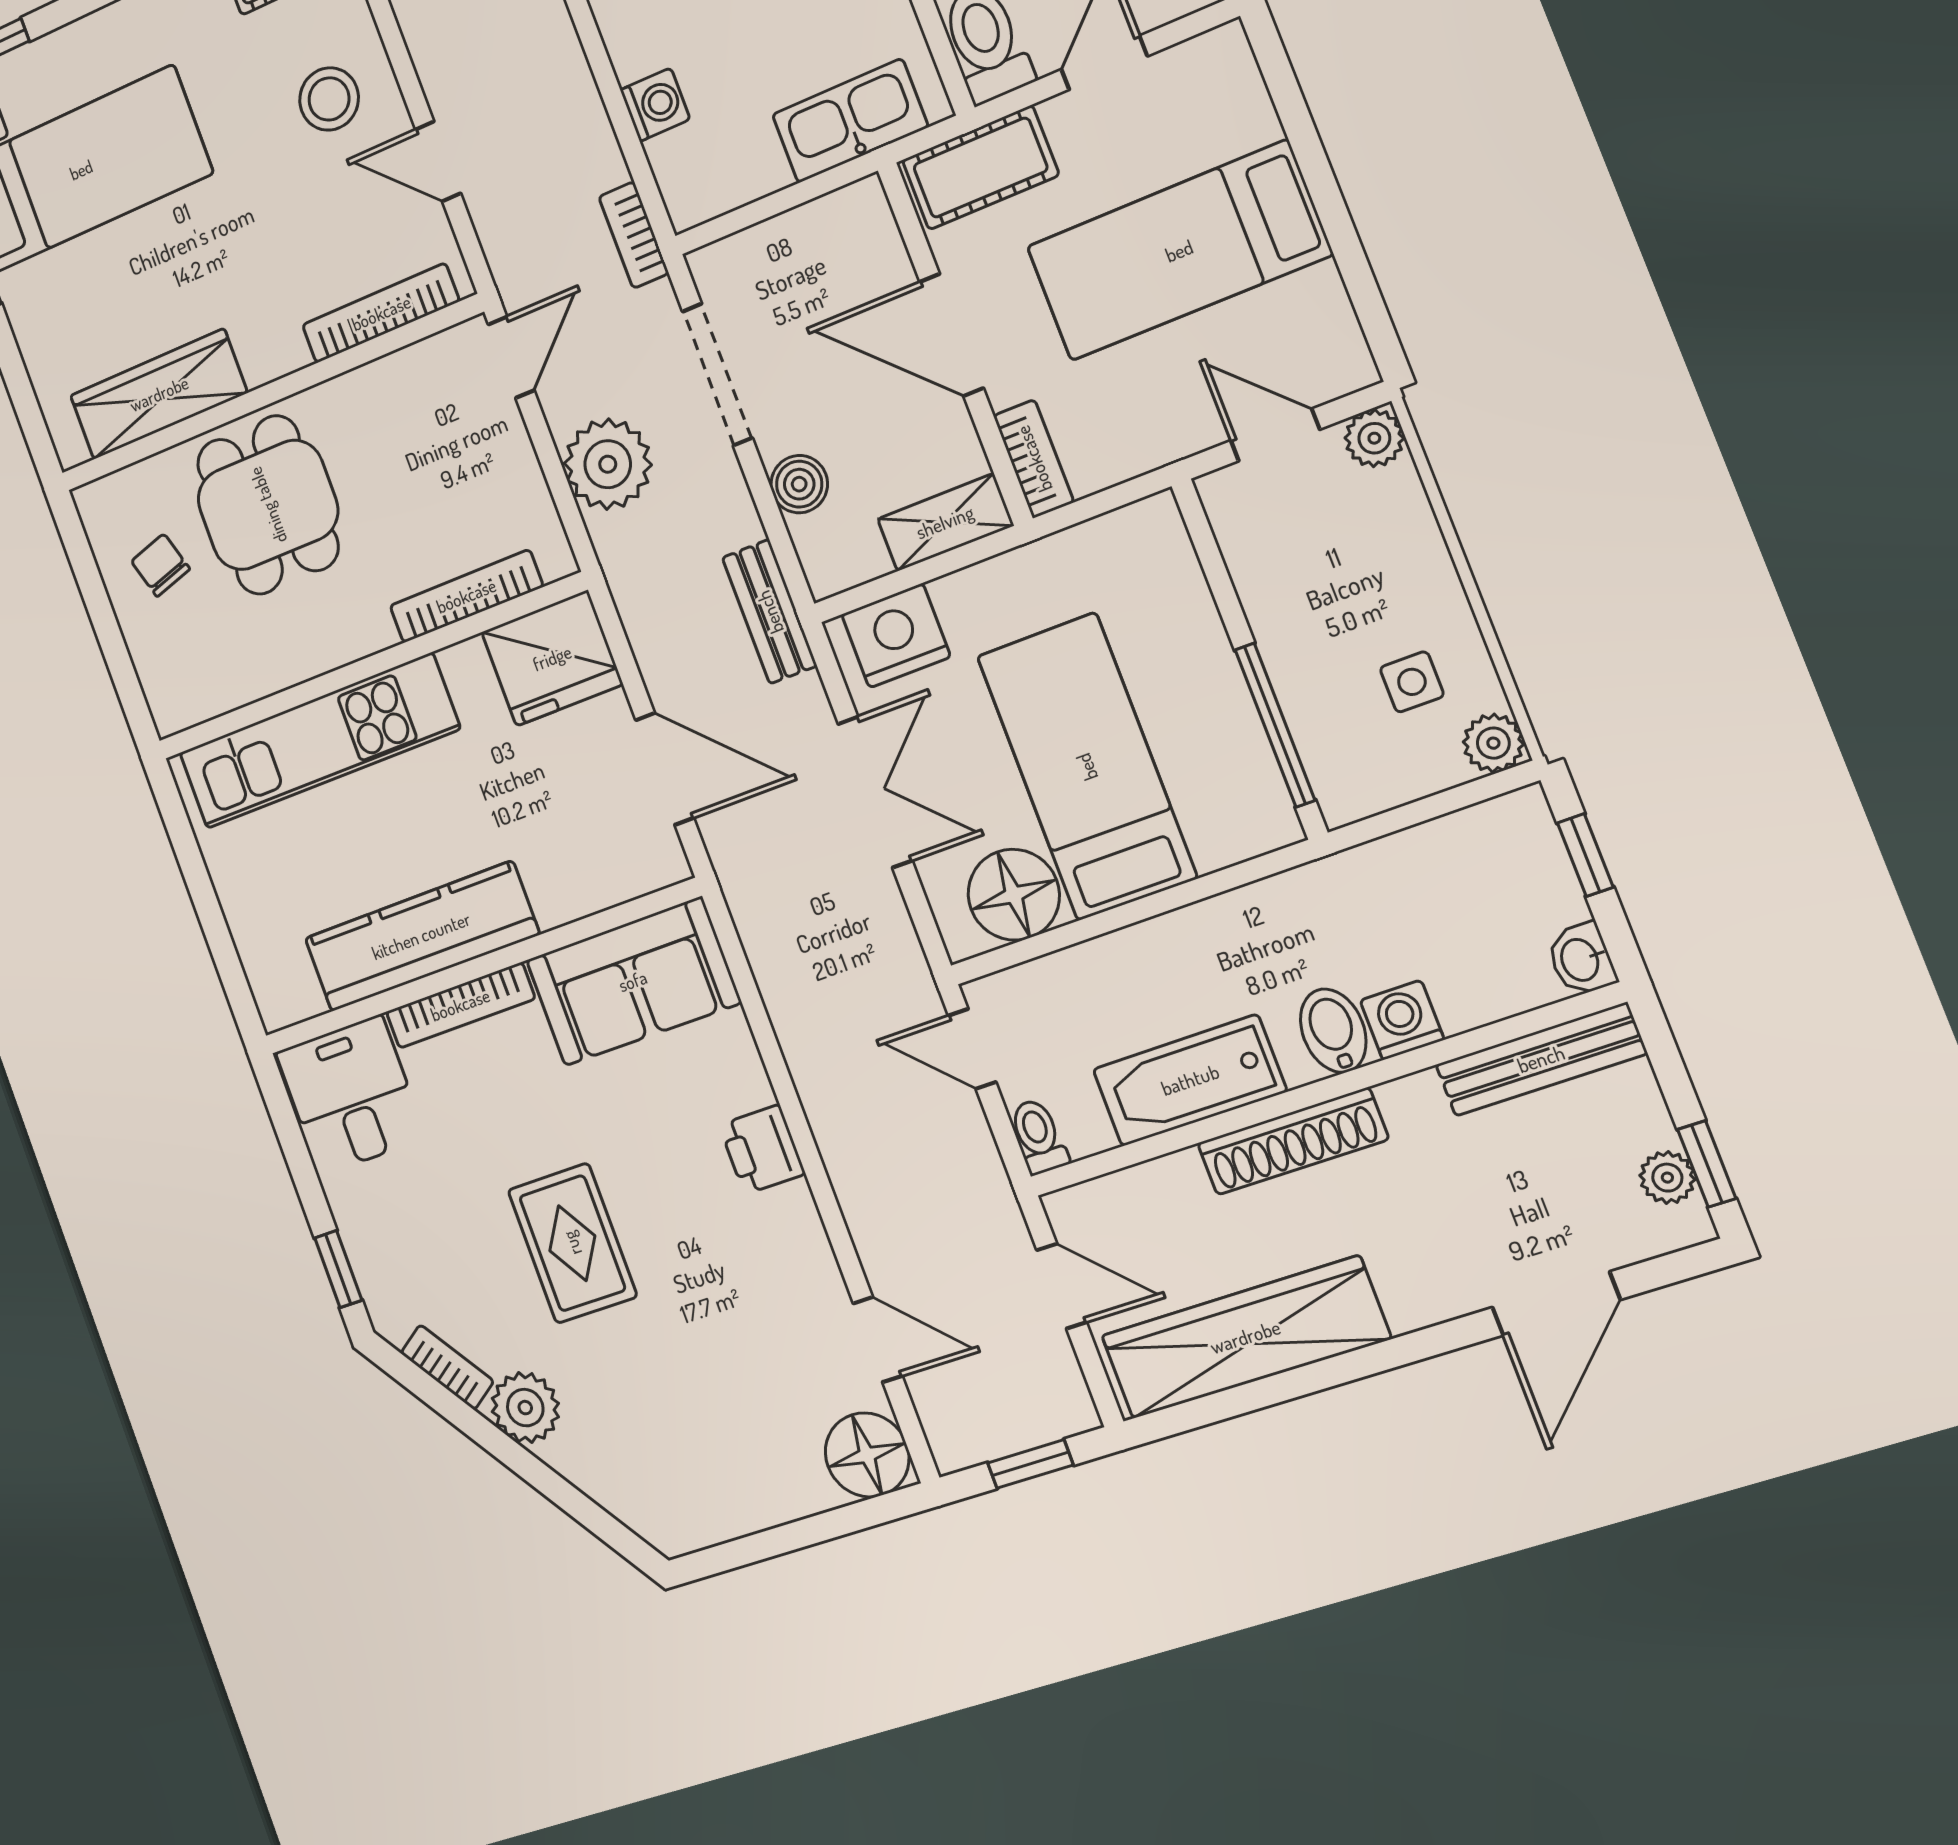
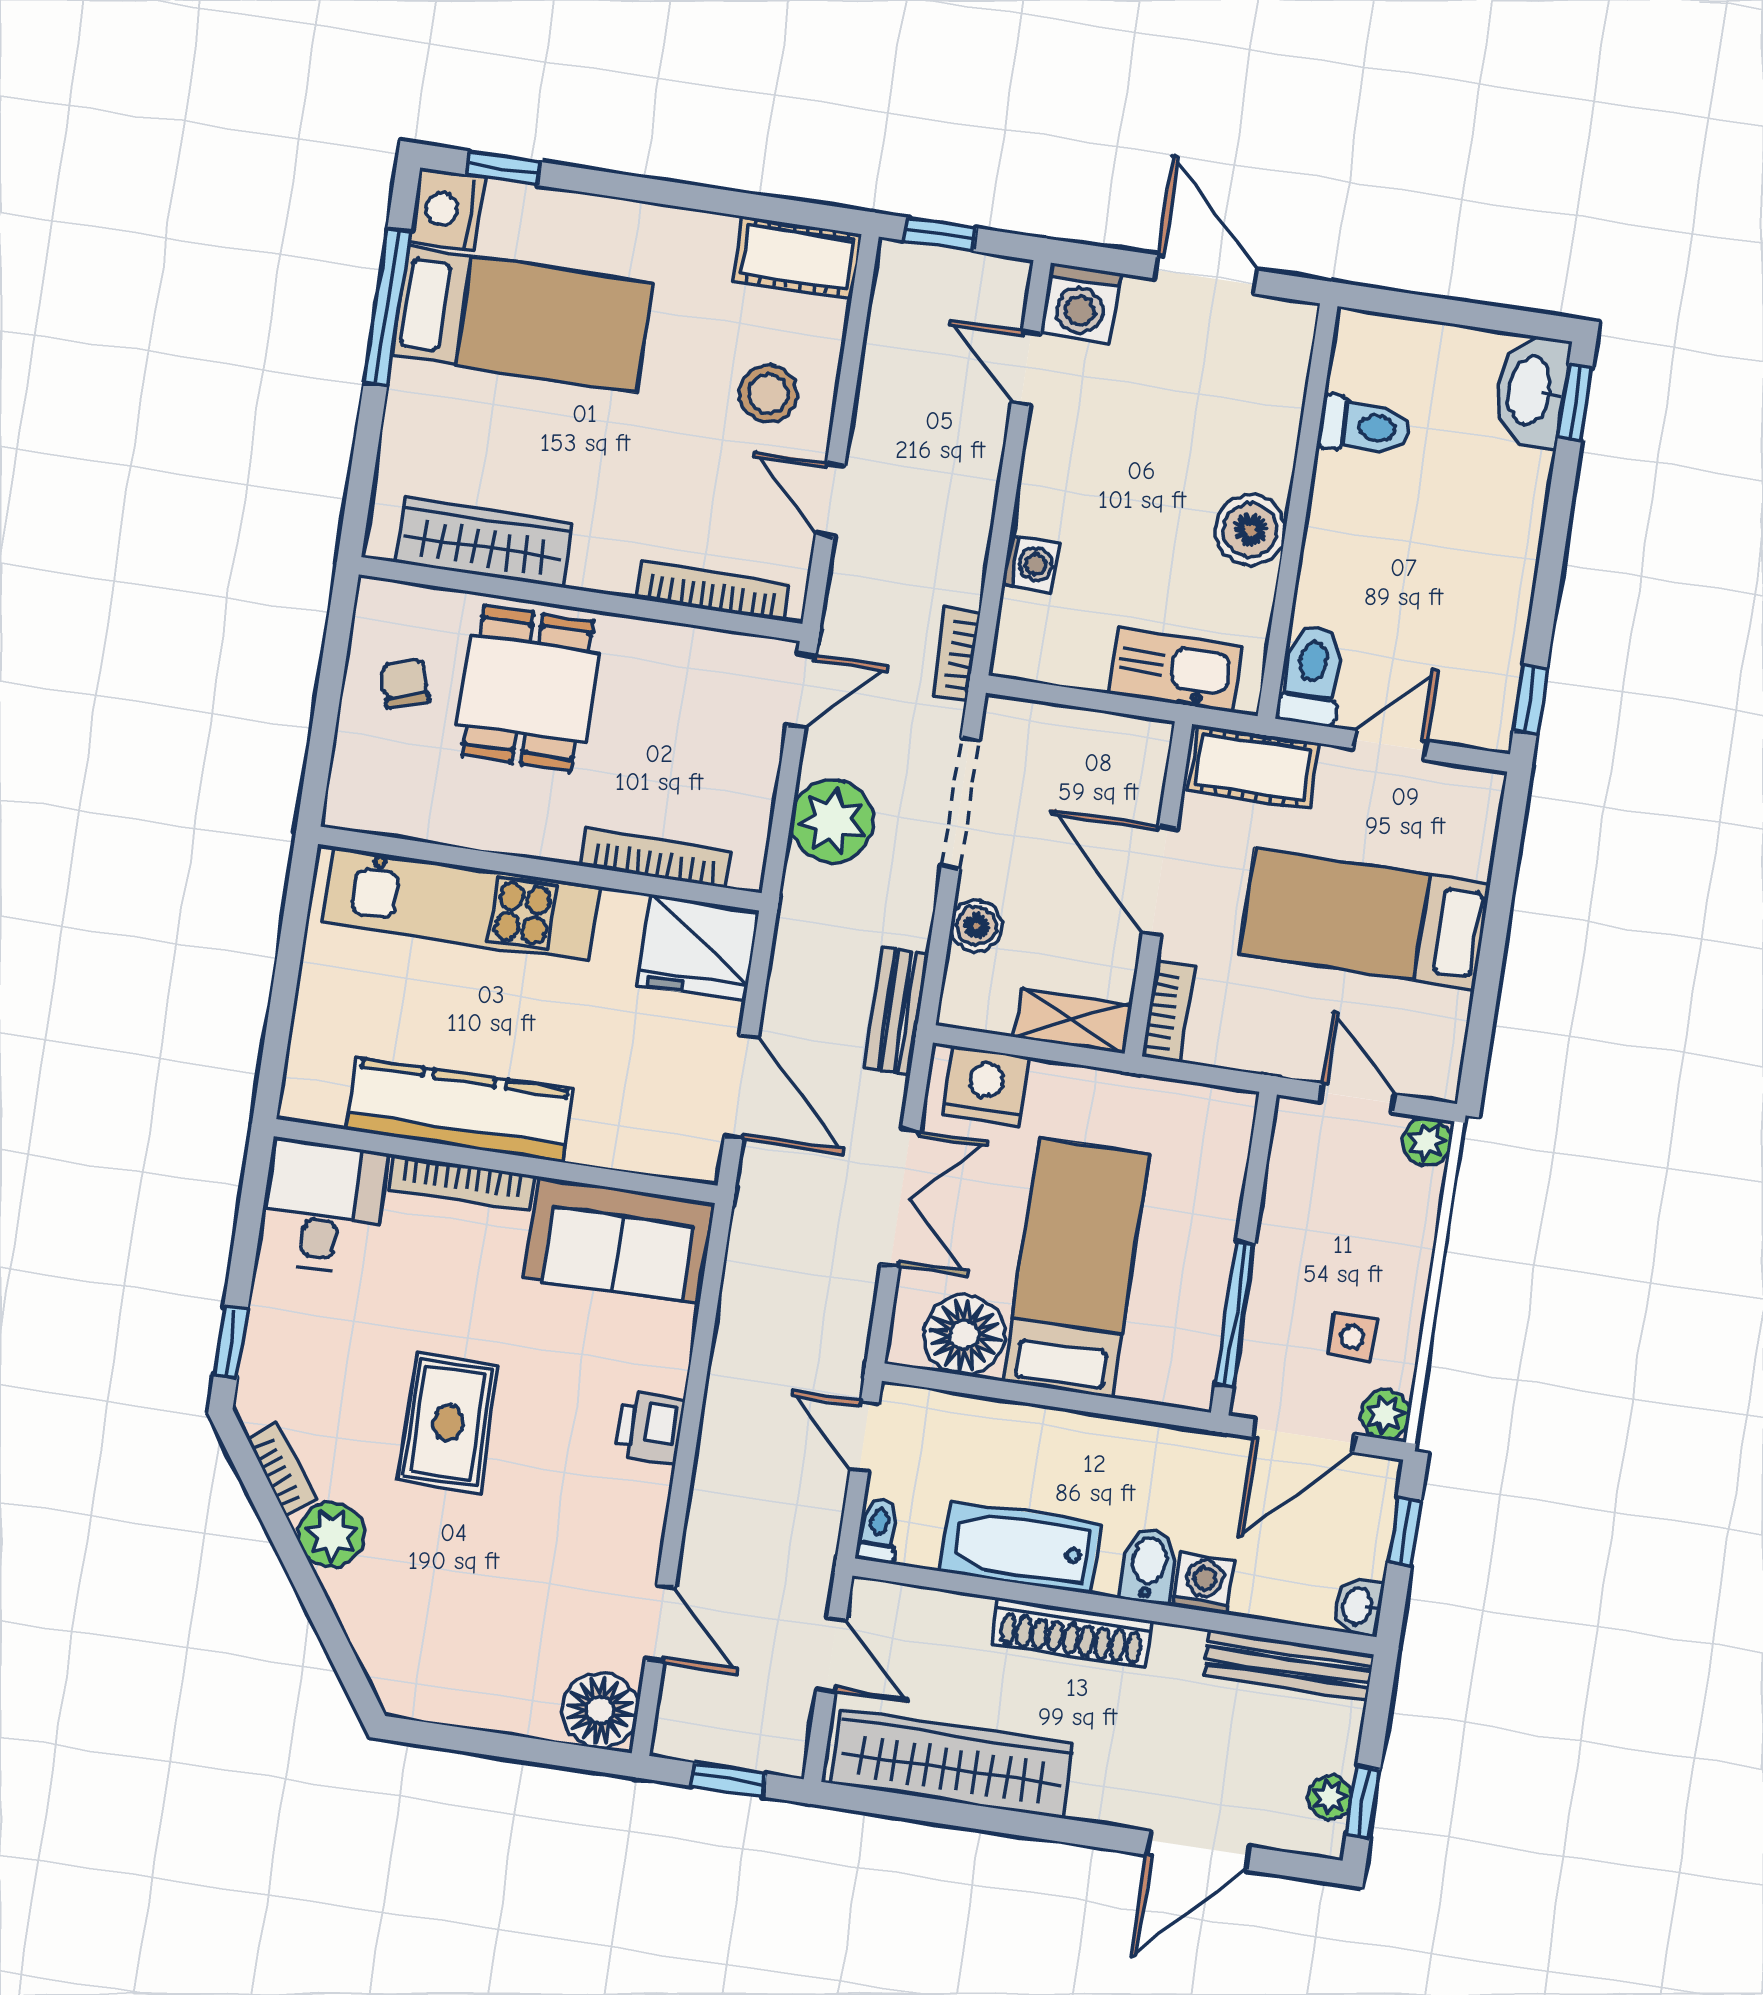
door: (1420, 811) -> (1304, 1436), added

